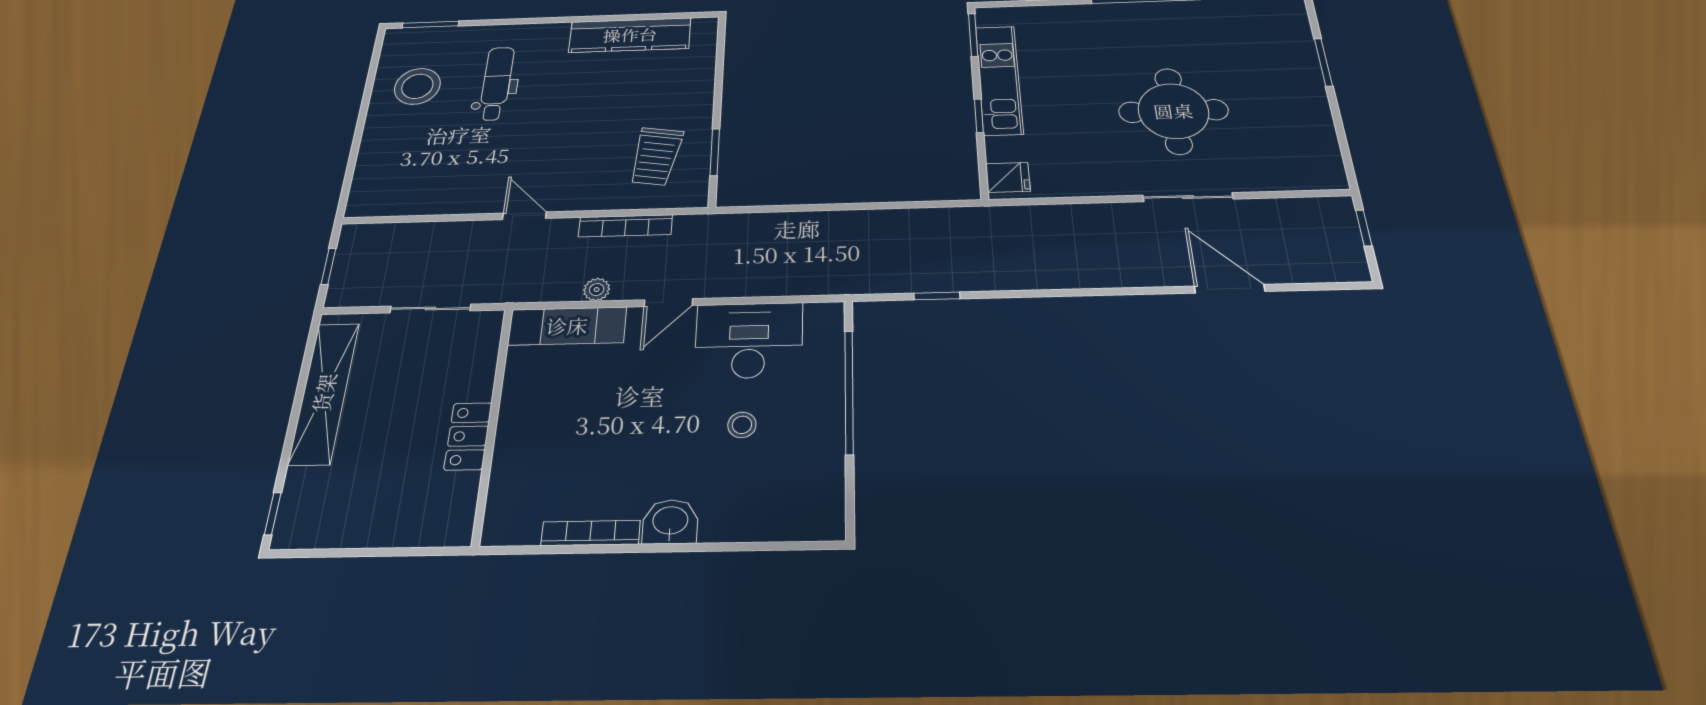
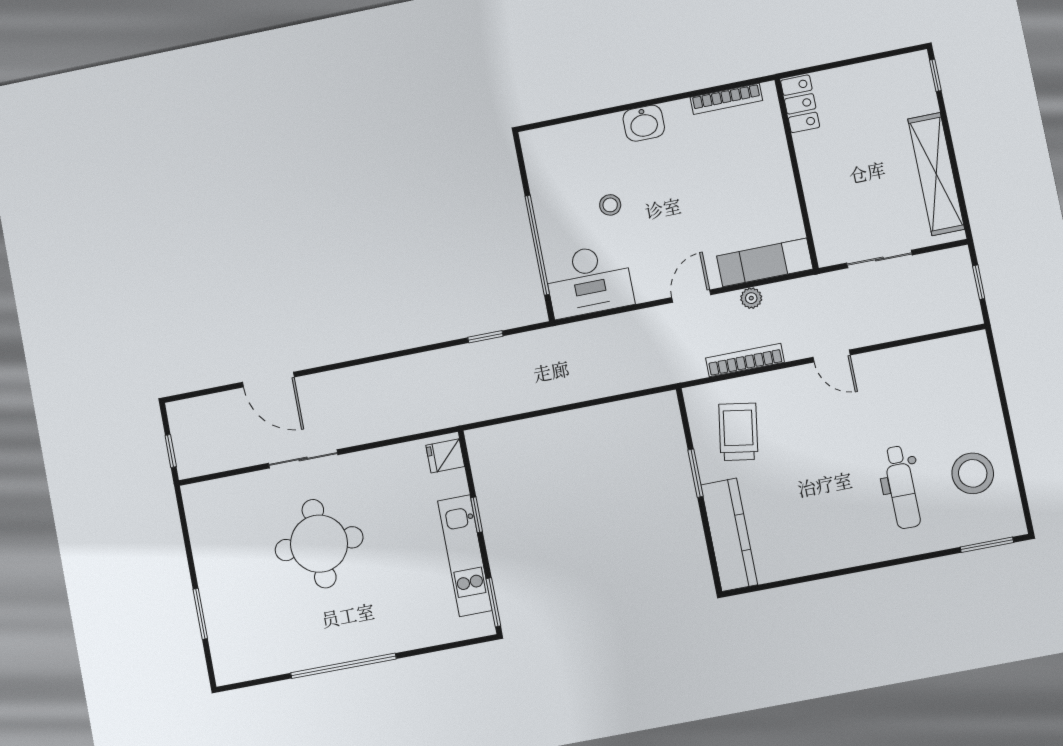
kitchen counter: (630, 35) -> (729, 535), moved, turned 90
window: (715, 152) -> (695, 473), moved
desk: (749, 340) -> (589, 281), moved
locker: (468, 436) -> (800, 104), moved
bookcase: (591, 533) -> (726, 99), moved

